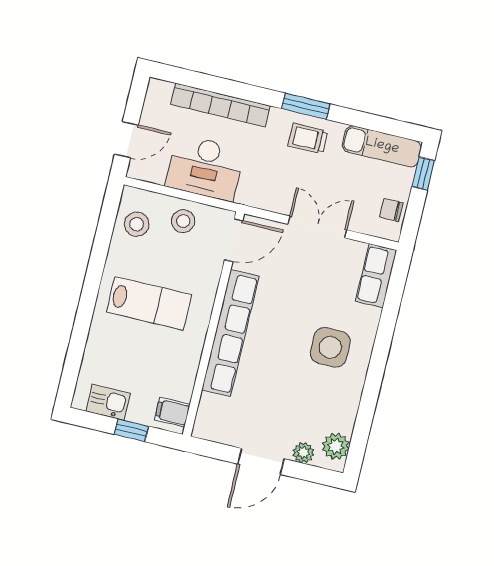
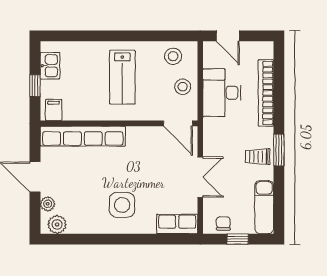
trolley: (308, 138) -> (258, 157), turned -90
window: (423, 174) -> (238, 239), moved
row of seats: (230, 333) -> (83, 136), moved

